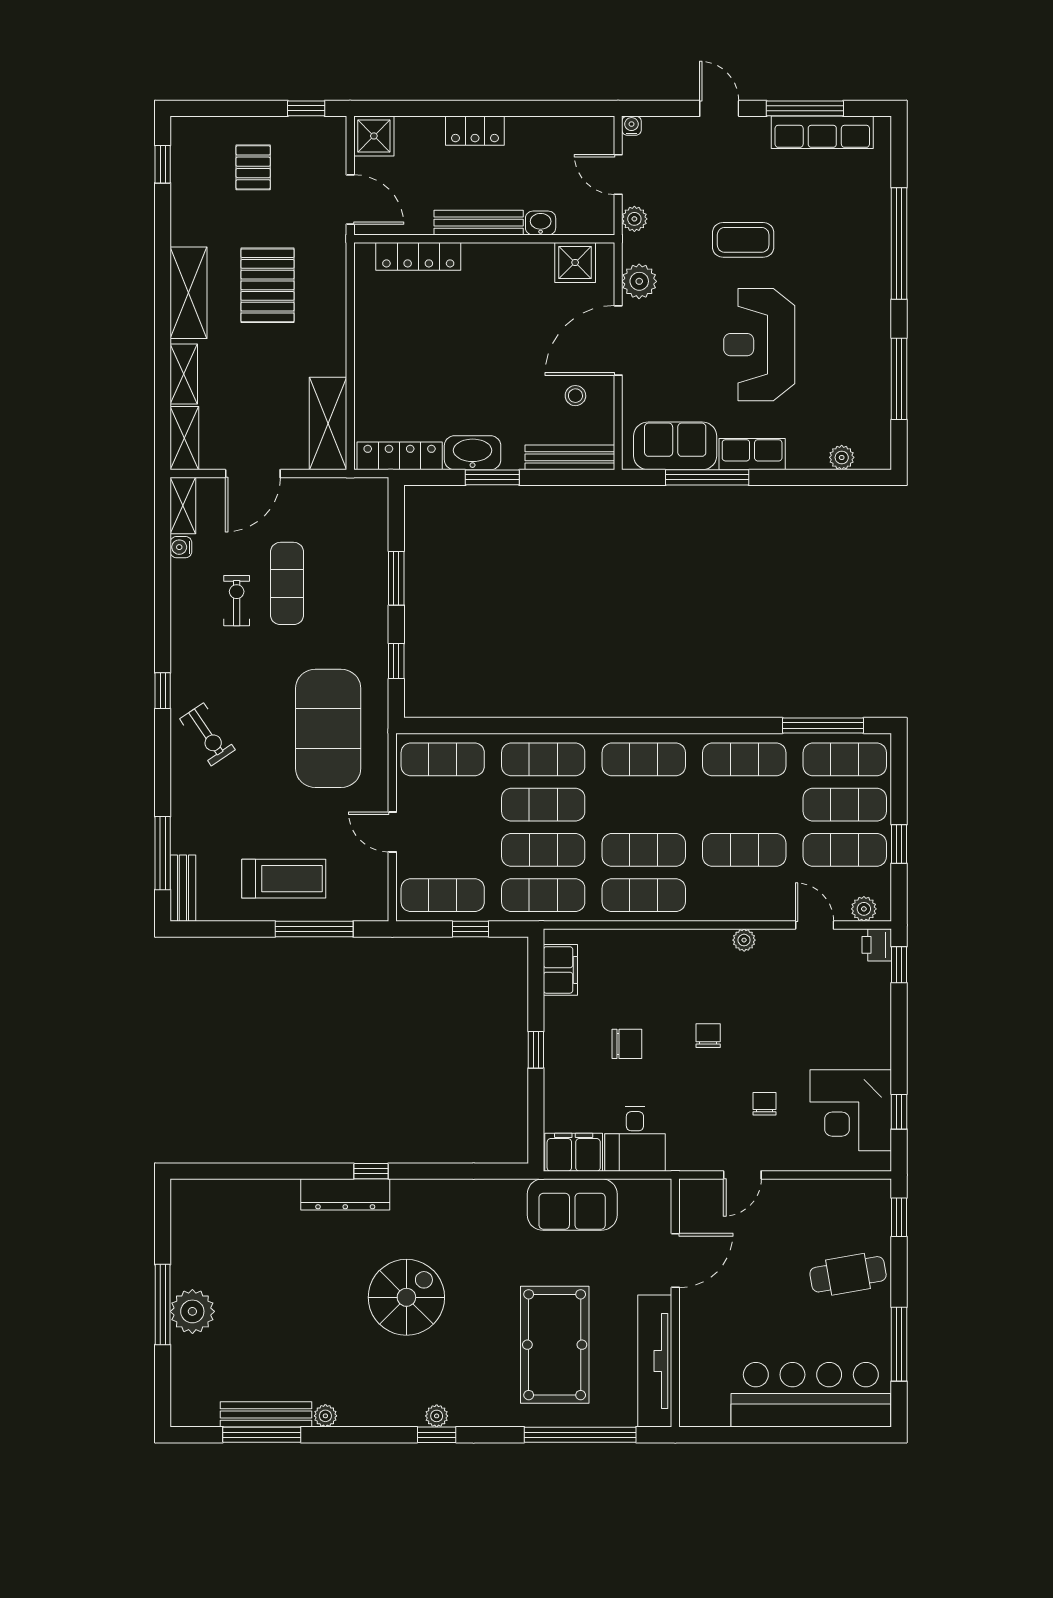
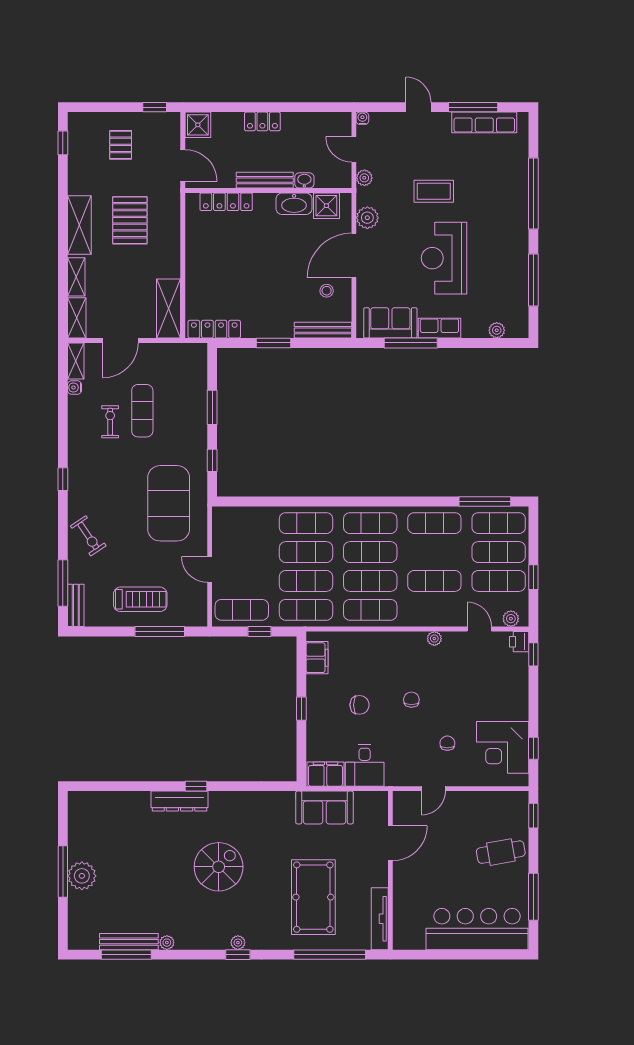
washbasin: (473, 453) -> (294, 204), moved, turned 180
exercise bike: (207, 734) -> (88, 536), moved
exercise mat: (443, 759) -> (370, 552), moved
tv unit: (655, 1361) -> (380, 919), width x0.73, depth x0.78

